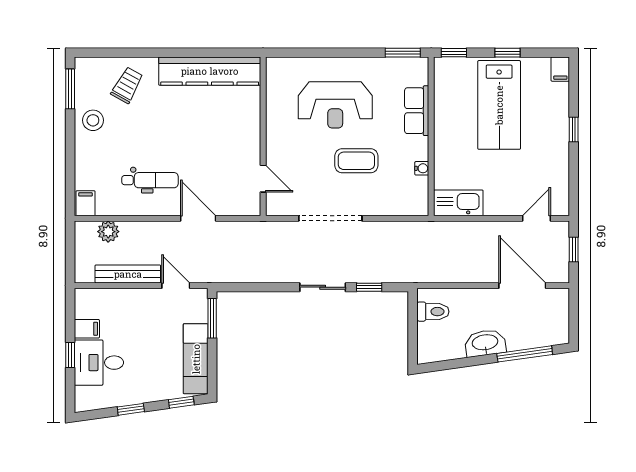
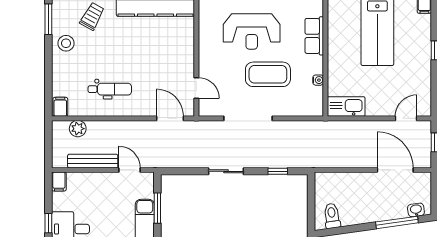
coffee table: (356, 161) -> (268, 74), width x1.36, depth x1.32
door: (198, 218) -> (170, 118), moved
sliding door: (323, 287) -> (226, 171), moved
toilet: (433, 312) -> (332, 216), moved, turned -98
window: (212, 318) -> (157, 208), moved
filing cabinet: (87, 329) -> (59, 181), moved, turned 90
washbasin: (485, 343) -> (416, 210), moved, width x0.52, depth x0.69

